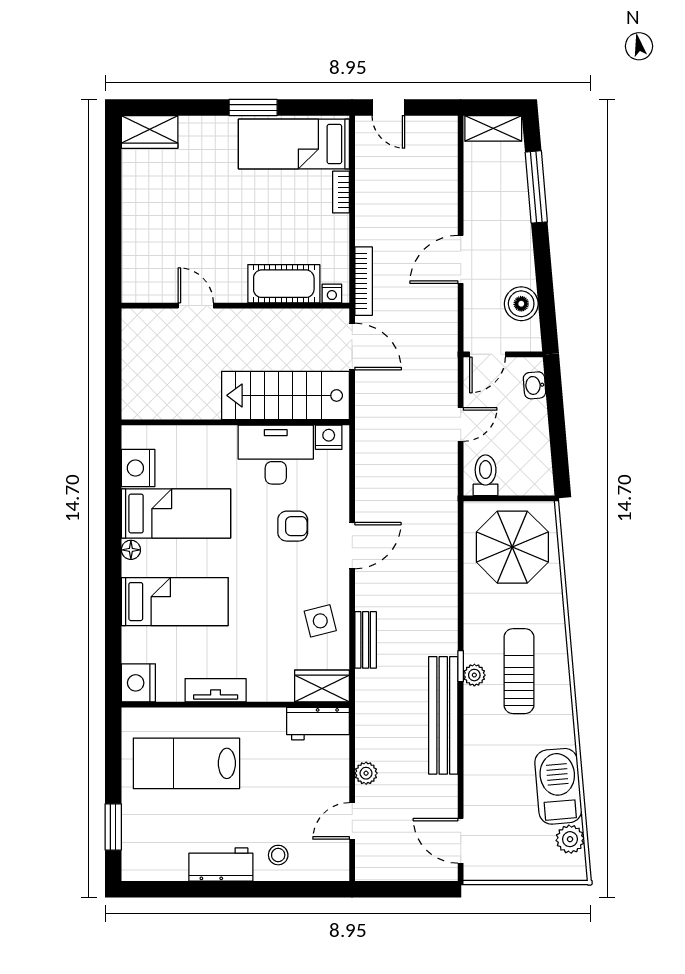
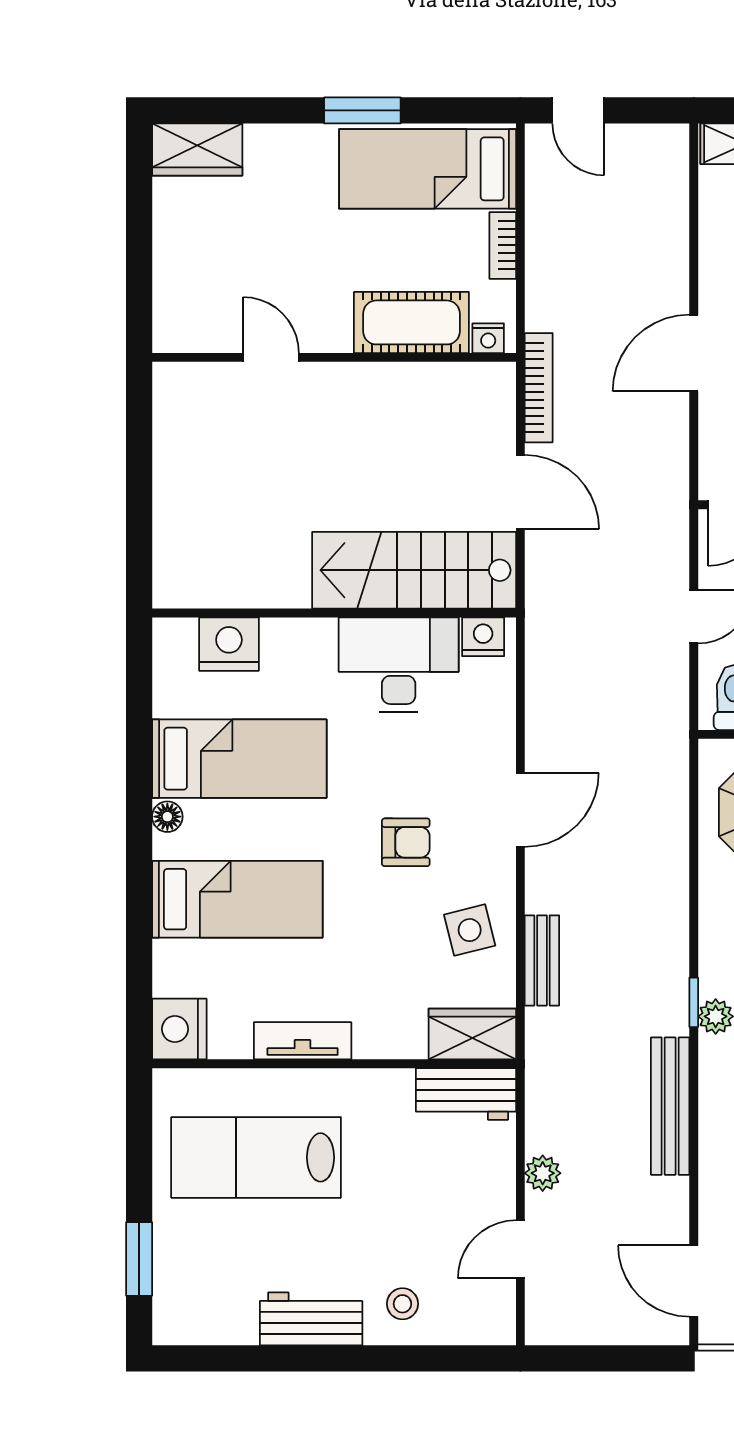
cot: (284, 284) -> (411, 322), moved
nightstand: (332, 294) -> (488, 338), moved
door: (196, 306) -> (271, 357), moved
wall: (235, 306) -> (334, 357), moved
nightstand: (138, 468) -> (229, 644), moved, turned 90
armchair: (293, 526) -> (406, 842), moved
bench: (443, 715) -> (670, 1106), width x0.73, depth x0.82

